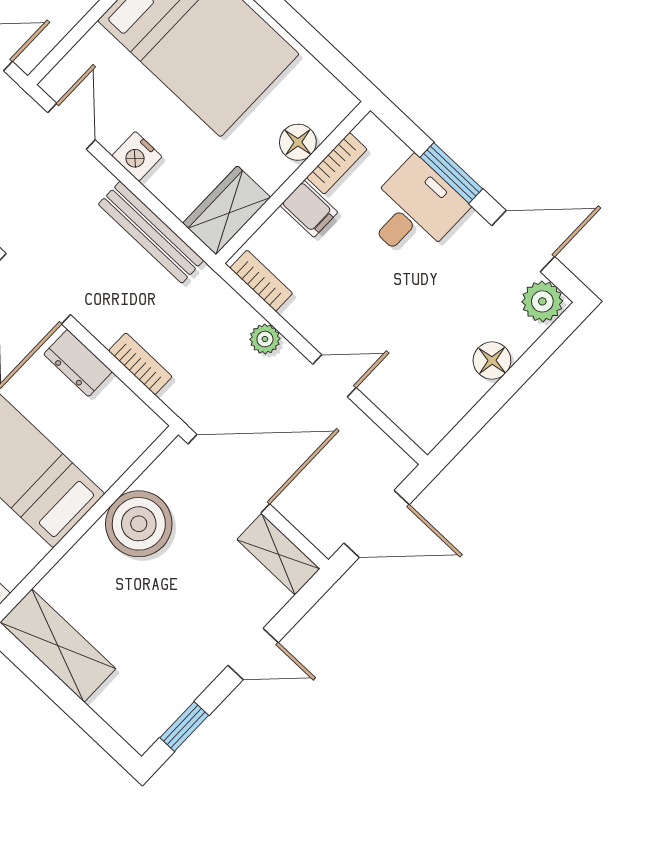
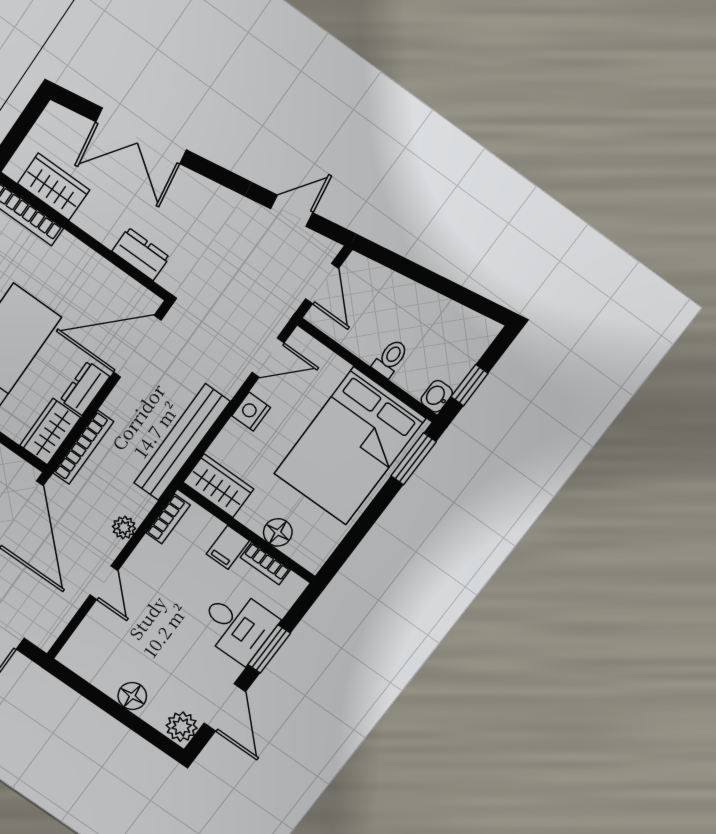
bench: (151, 232) -> (182, 442), width x1.37, depth x1.21
bookcase: (140, 364) -> (83, 447), width x1.56
wardrobe: (127, 416) -> (50, 432), added

